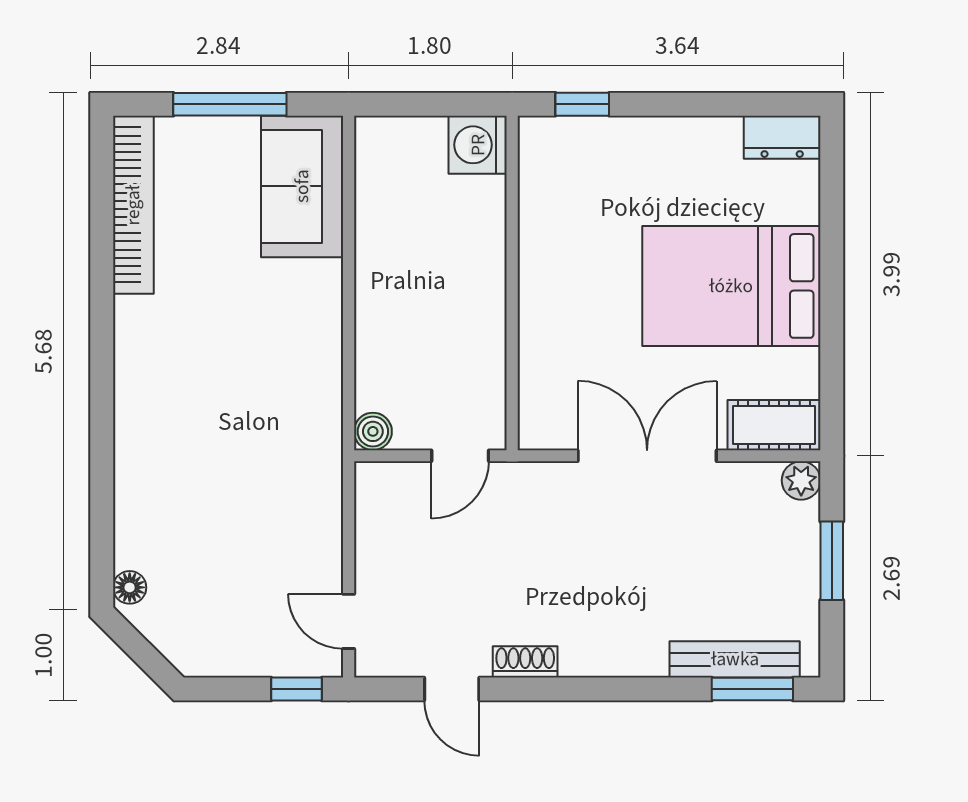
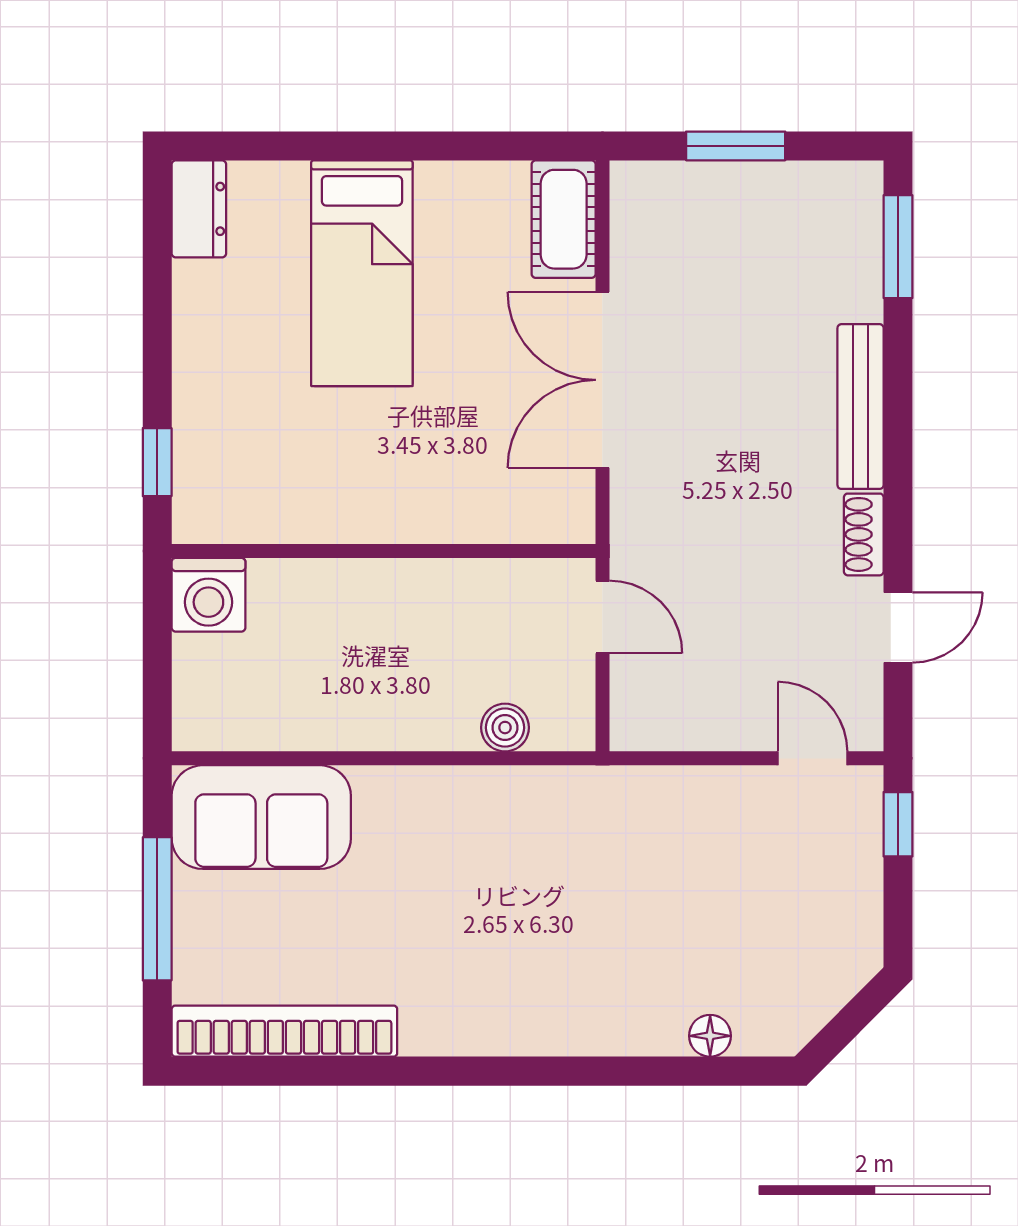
bed: (731, 286) -> (362, 273), width x0.67
boiler: (373, 431) -> (505, 728), moved
plant: (801, 480) -> (634, 185), removed
floor lamp: (130, 587) -> (710, 1036), moved
door: (349, 621) -> (812, 758), swing flipped
bench: (735, 659) -> (861, 407), moved

